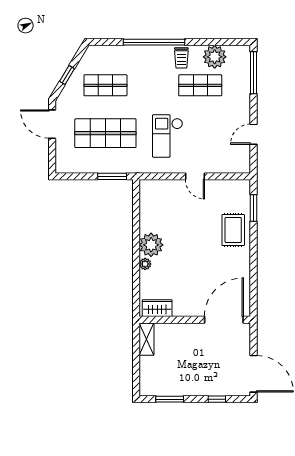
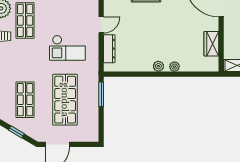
dresser: (167, 186) -> (109, 49), added
plant: (151, 245) -> (158, 66), width x0.53, depth x0.53
wardrobe: (157, 308) -> (211, 44), moved

